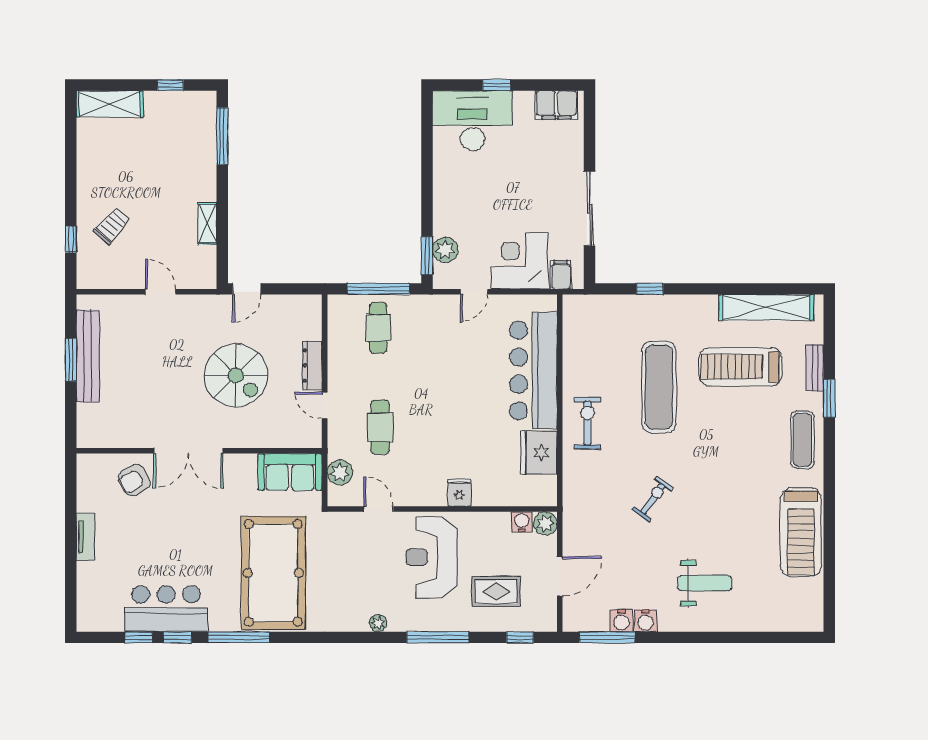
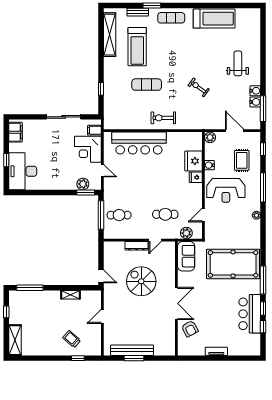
spiral stairs: (236, 375) -> (141, 281), turned -90
exercise mat: (659, 387) -> (147, 85), width x0.73, depth x0.69
fridge: (539, 453) -> (194, 161), moved, turned 90
water cooler: (522, 522) -> (209, 165), moved

